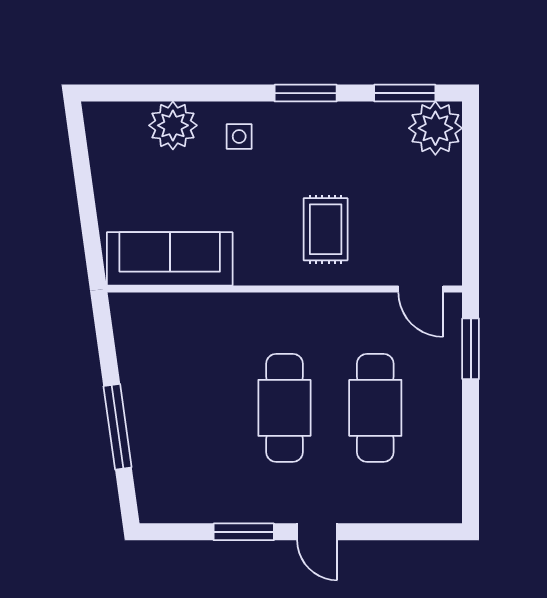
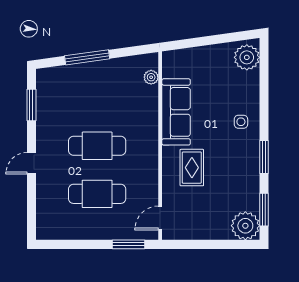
plant: (173, 125) -> (247, 57), moved
rug: (326, 229) -> (192, 168), turned 90
sofa: (170, 259) -> (176, 112), moved
plant: (155, 306) -> (151, 77), added
window: (244, 532) -> (31, 105), moved

